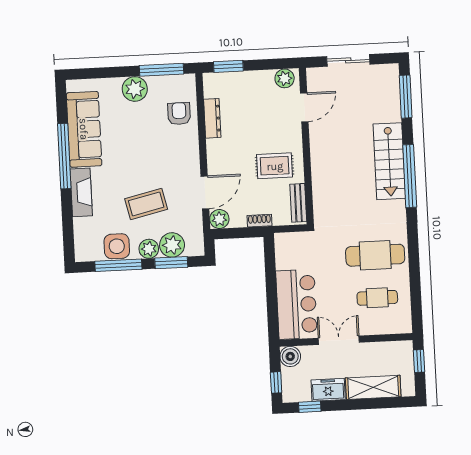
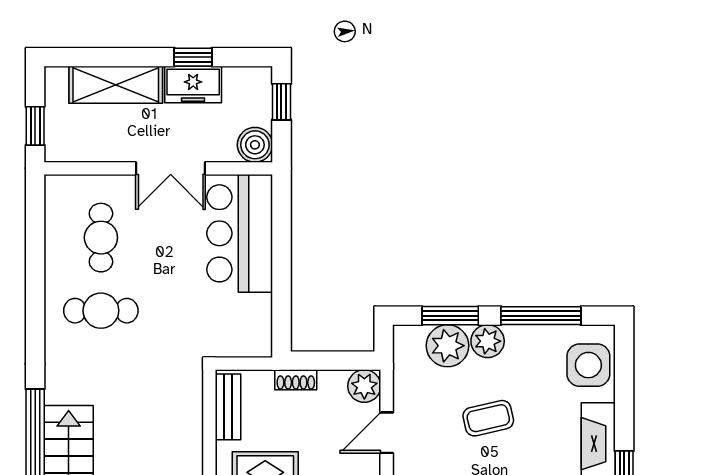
door: (205, 192) -> (387, 433), width x0.73
coffee table: (146, 204) -> (488, 418), width x0.73, depth x0.77
side table: (117, 246) -> (588, 365), moved
cafe table: (375, 255) -> (101, 311), width x0.73, depth x0.74
cafe table: (377, 298) -> (101, 238), turned 90
window: (310, 407) -> (193, 57), moved

